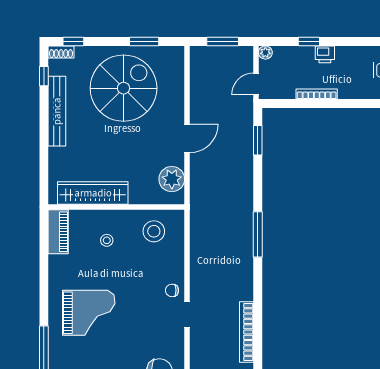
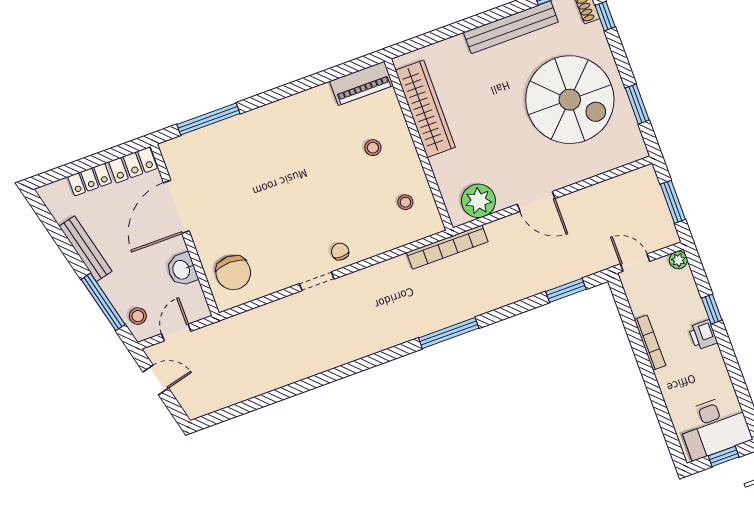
stool: (154, 231) -> (405, 202), width x0.53, depth x0.53
grand piano: (89, 313) -> (275, 158), removed
bookcase: (247, 332) -> (447, 247), moved, turned 180

